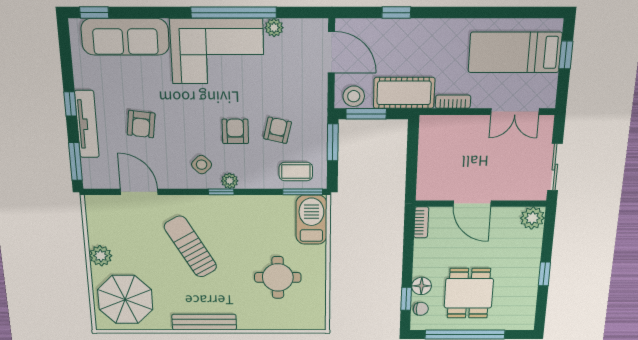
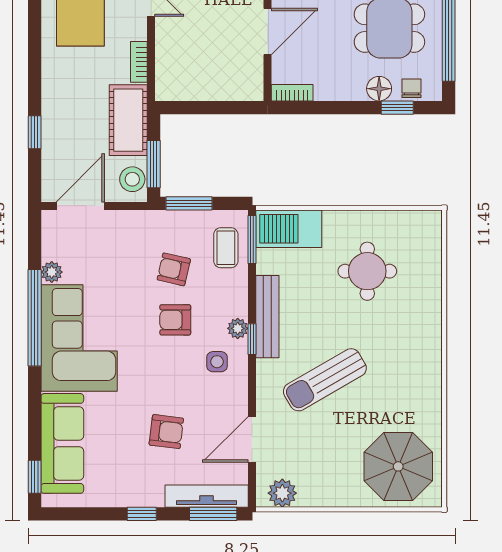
tv unit: (87, 124) -> (207, 496), moved
side table: (202, 165) -> (217, 362), turned 45
plant: (101, 256) -> (282, 493), moved
bench: (204, 322) -> (267, 317), moved

